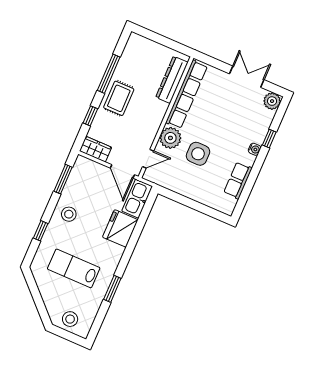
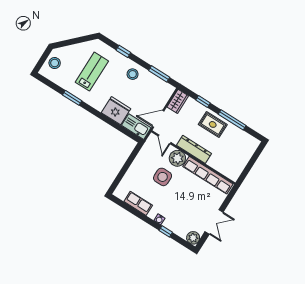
dresser: (172, 80) -> (194, 149), moved

